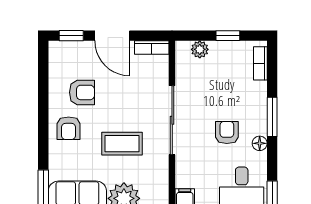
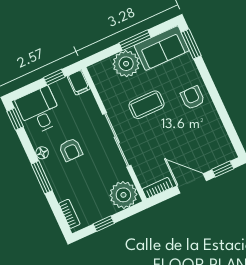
plant: (200, 49) -> (123, 195), width x1.87, depth x1.87
armchair: (82, 92) -> (195, 130), removed

